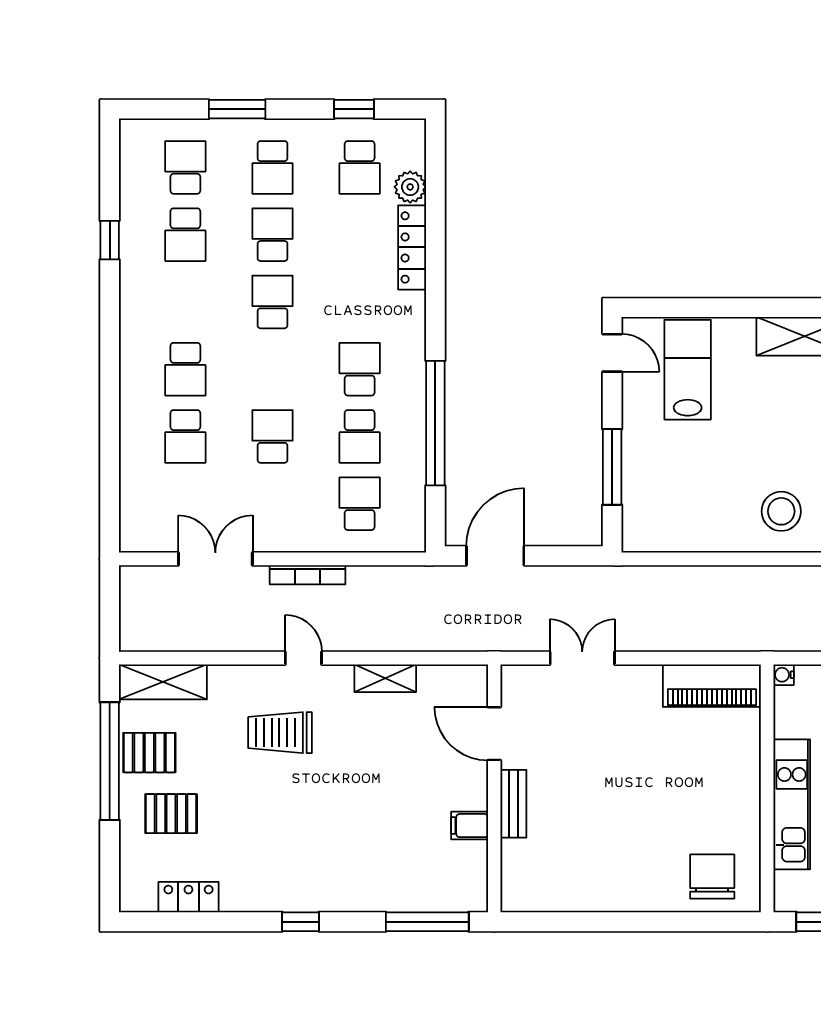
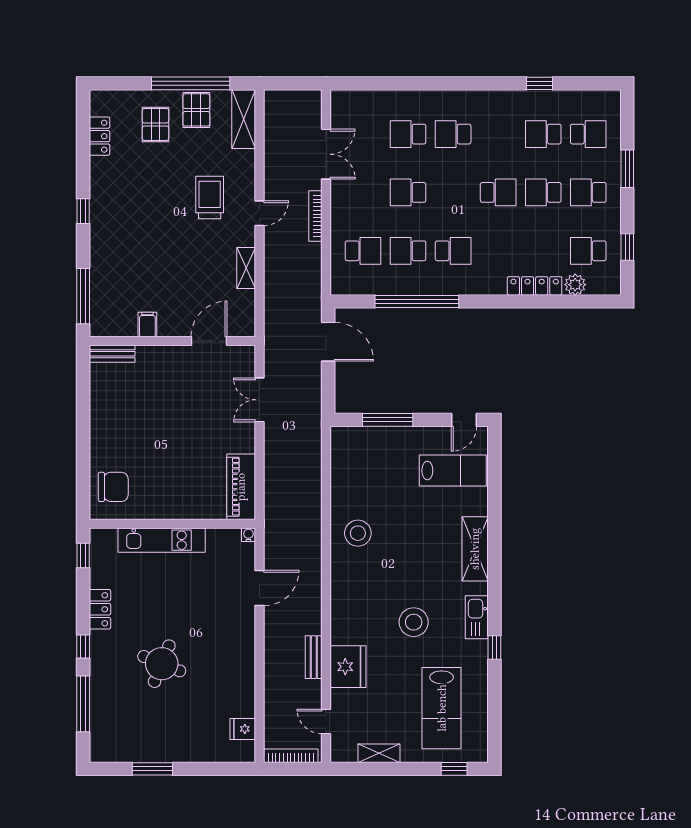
school desk: (272, 235) -> (543, 192), turned 180
school desk: (272, 436) -> (408, 192), turned 180
double door: (582, 658) -> (260, 400), swing flipped
bench: (513, 804) -> (112, 354), moved

